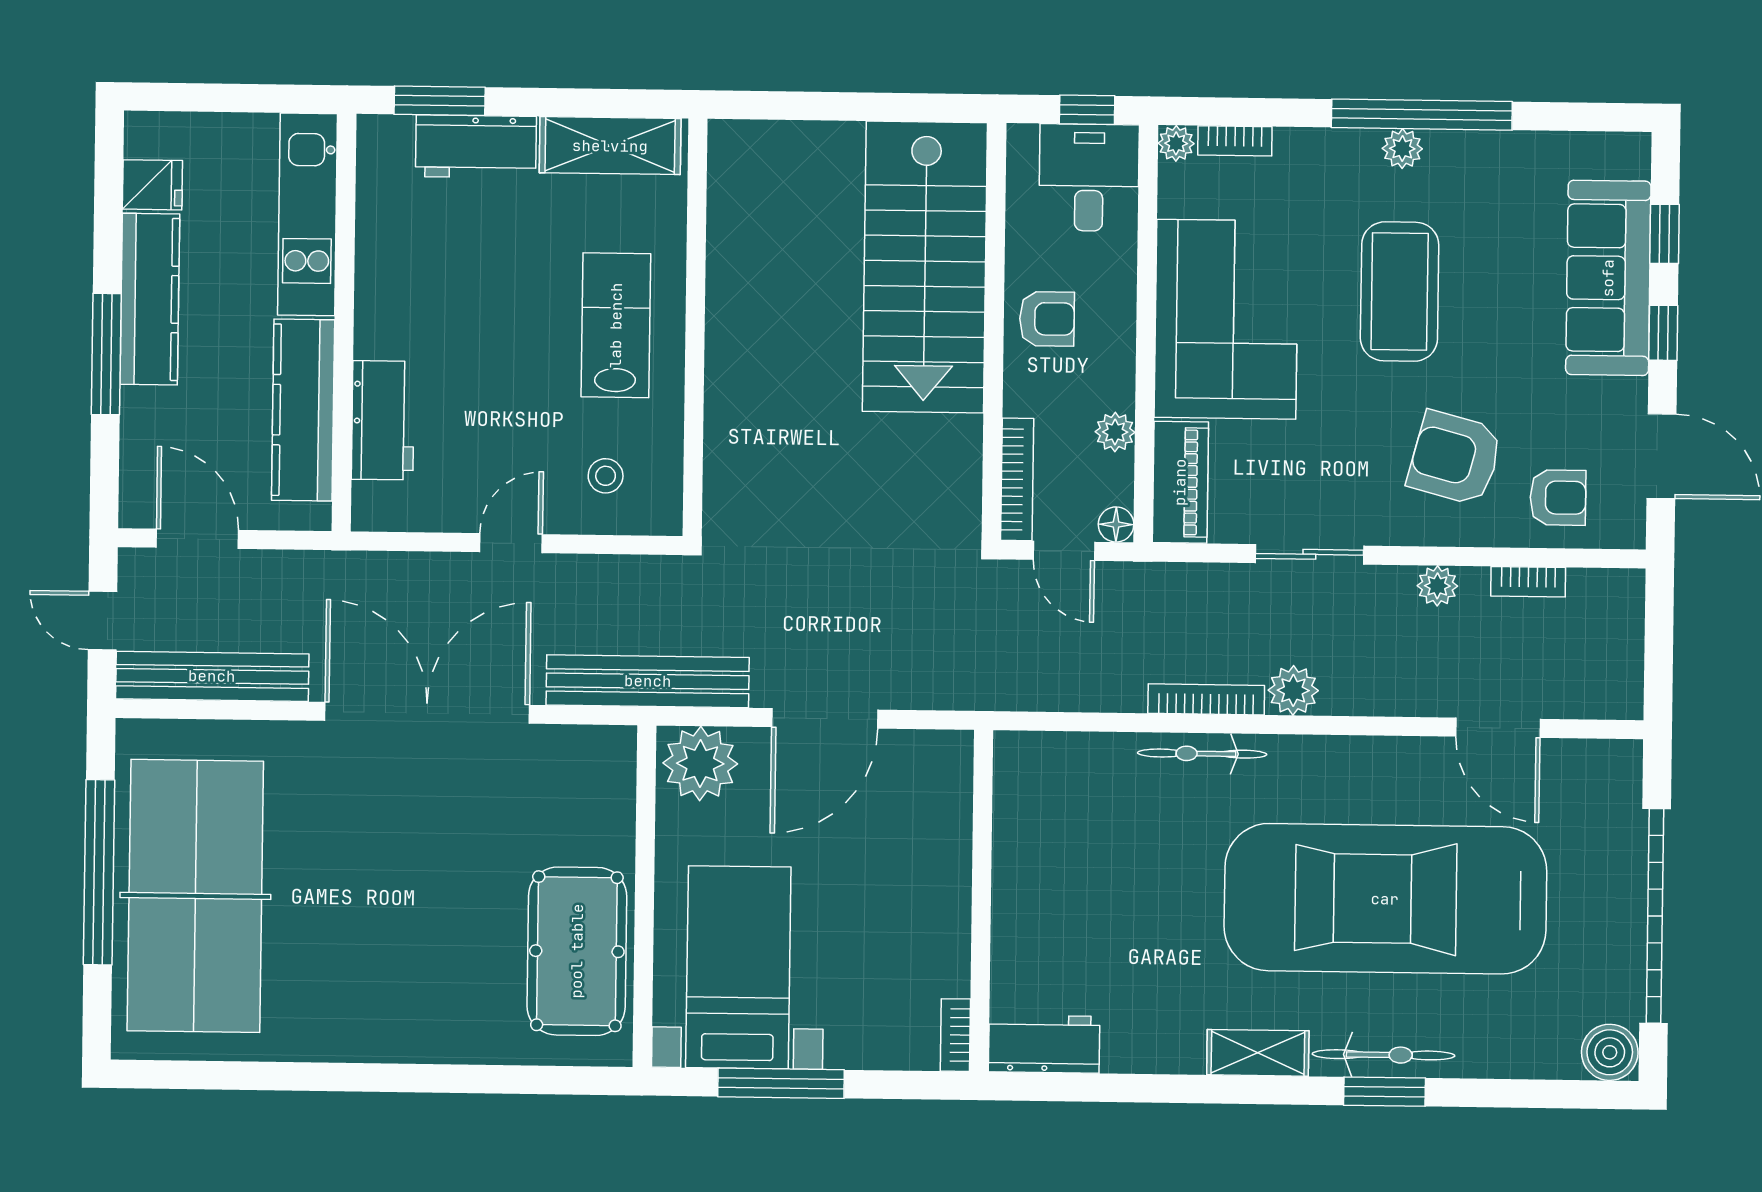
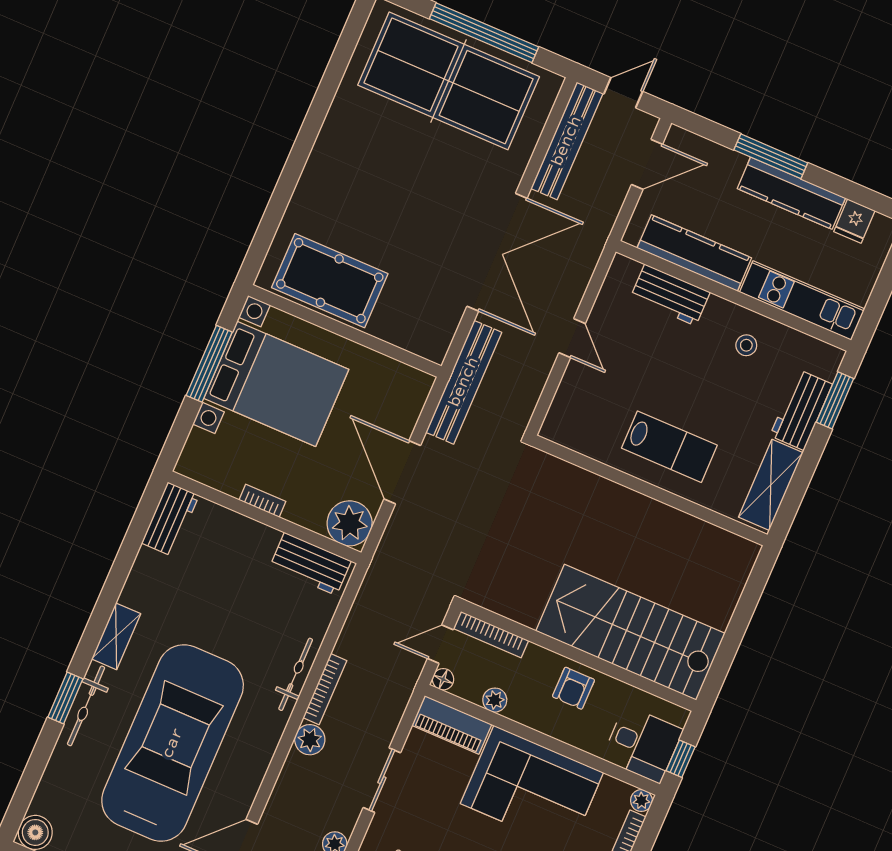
stool: (606, 476) -> (746, 345), moved
plant: (700, 763) -> (350, 523), moved
workbench: (1023, 801) -> (310, 564), added
bed with nightstands: (738, 967) -> (276, 384), width x1.36
bookcase: (955, 1035) -> (262, 501), moved

